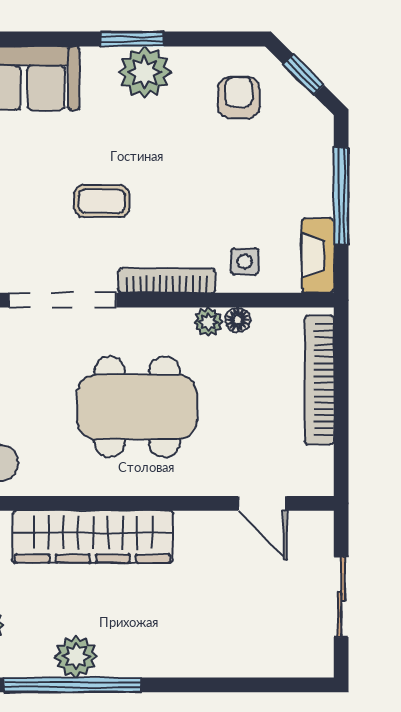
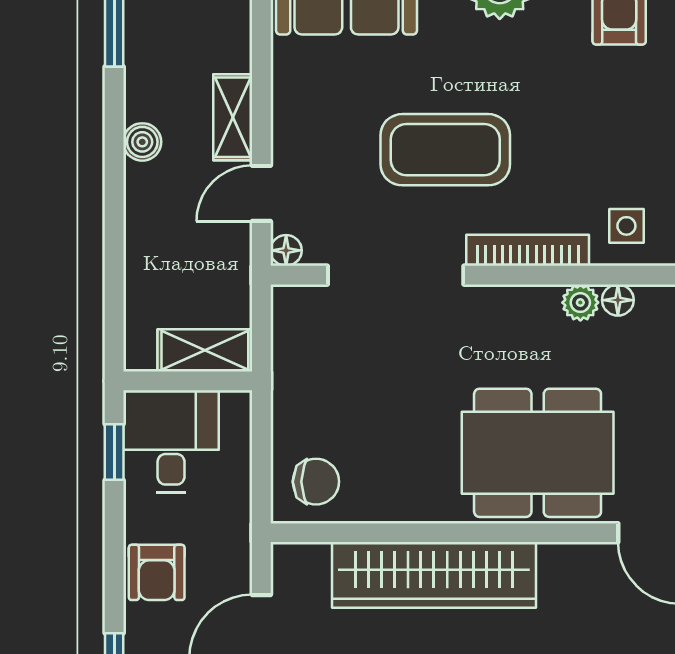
coffee table: (102, 201) -> (445, 150), width x1.86, depth x1.72
dining table: (137, 407) -> (538, 453), moved

